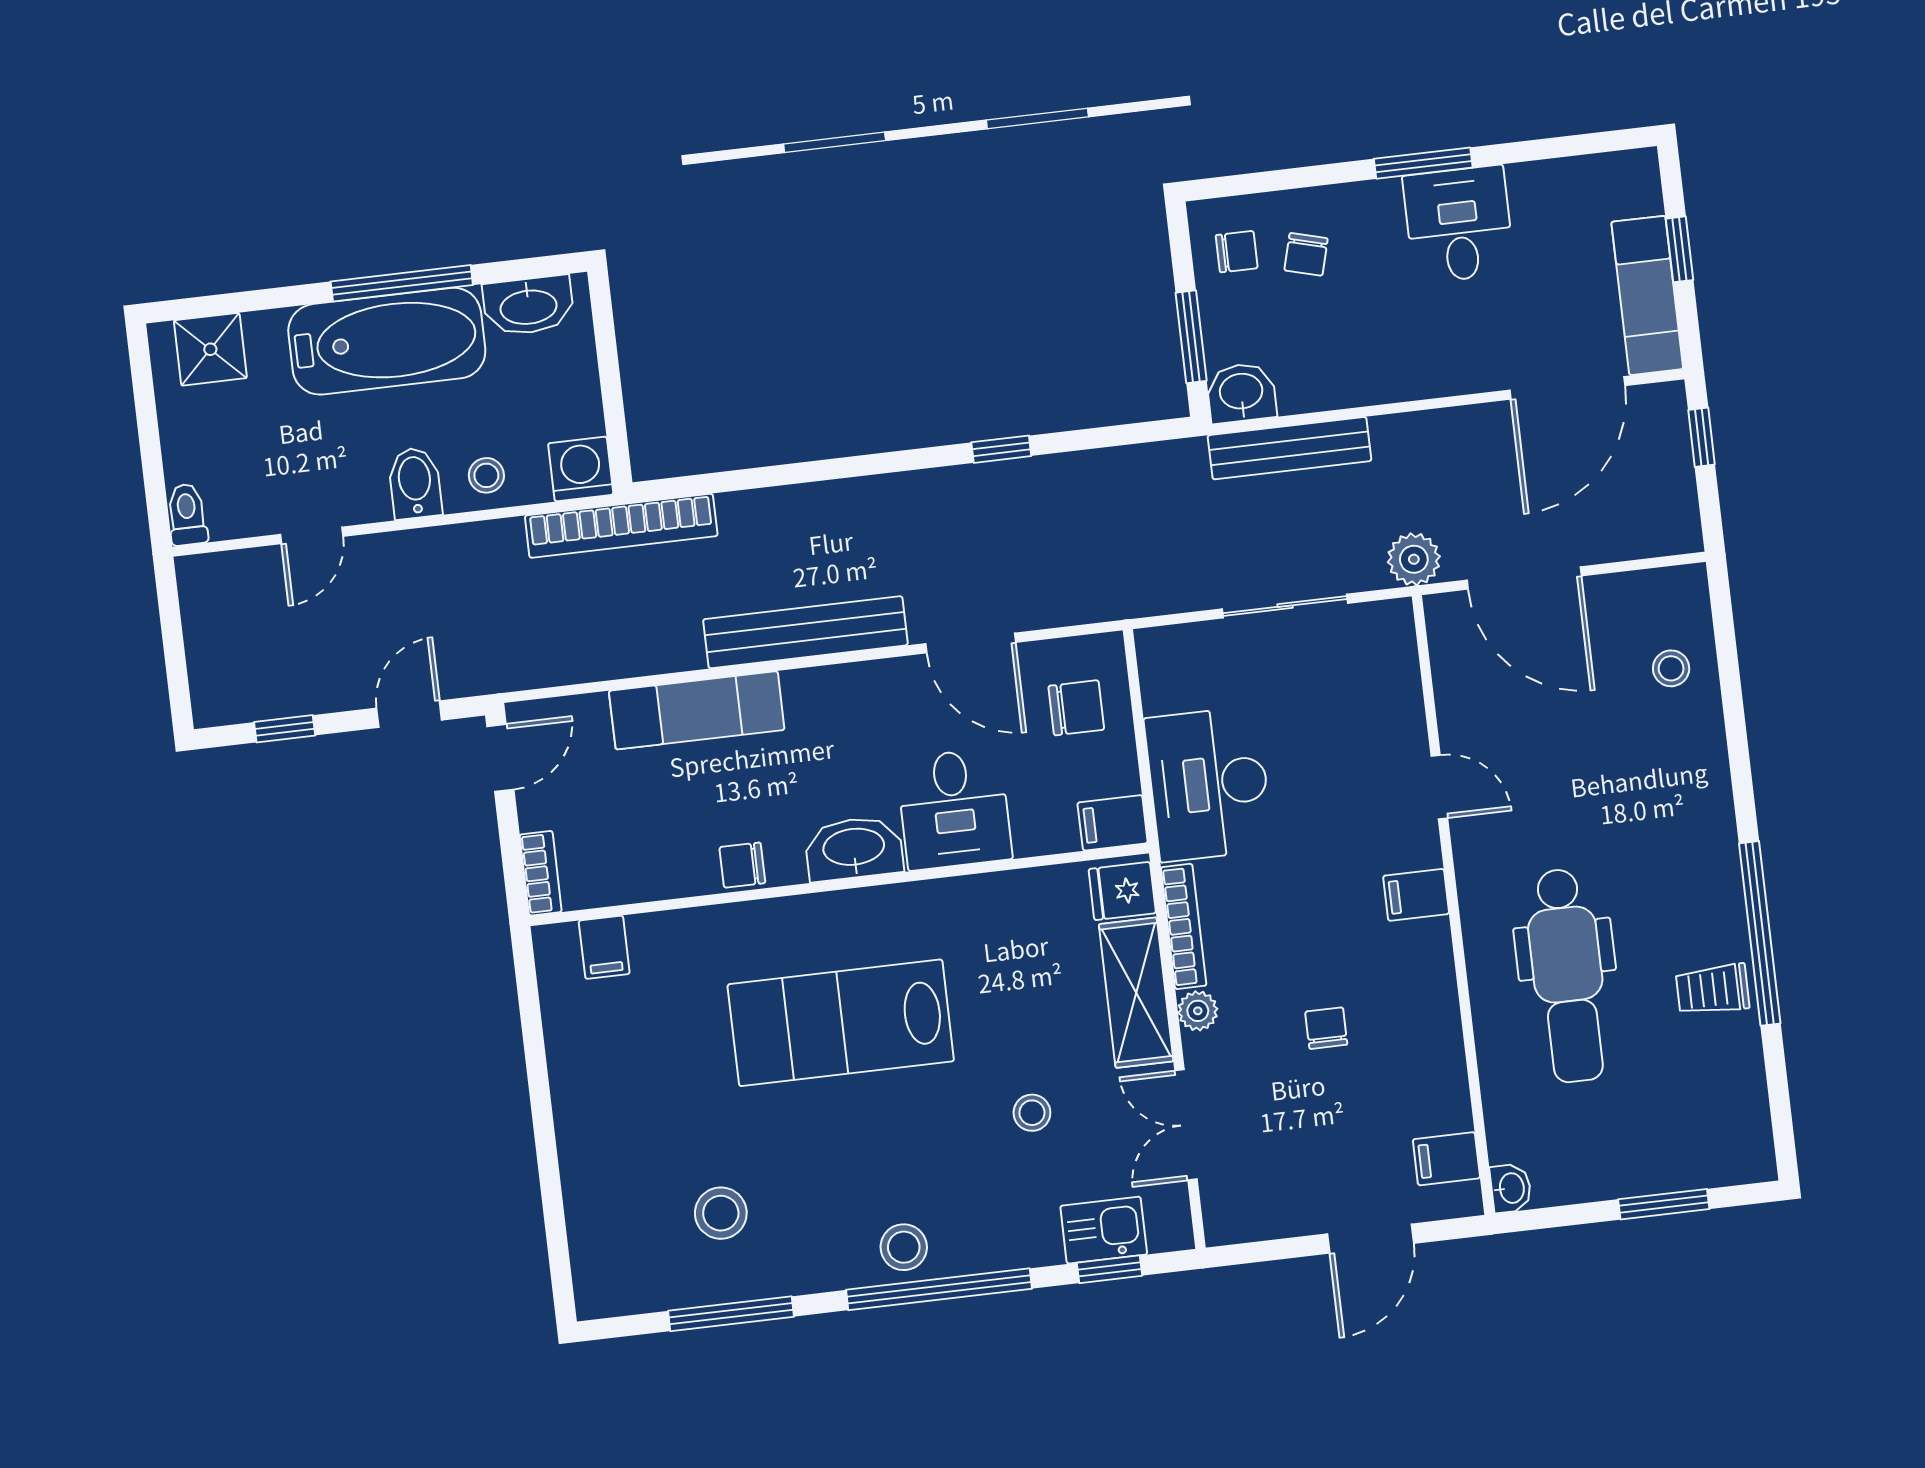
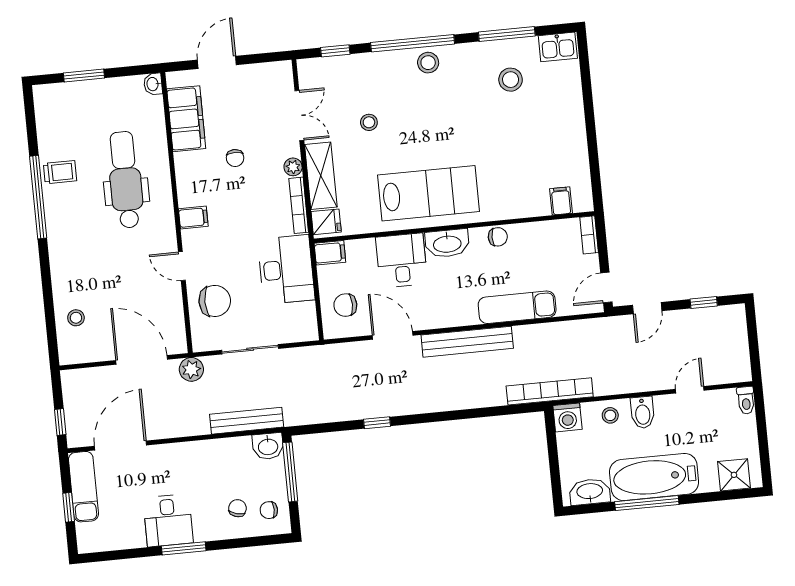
window: (1191, 337) -> (290, 472), width x1.44
chair: (1365, 711) -> (215, 301), added
lab bench: (841, 1023) -> (429, 193), moved
filing cabinet: (1446, 1159) -> (186, 119), width x3.00, depth x1.17
kitchen sink: (1104, 1230) -> (558, 47), moved

